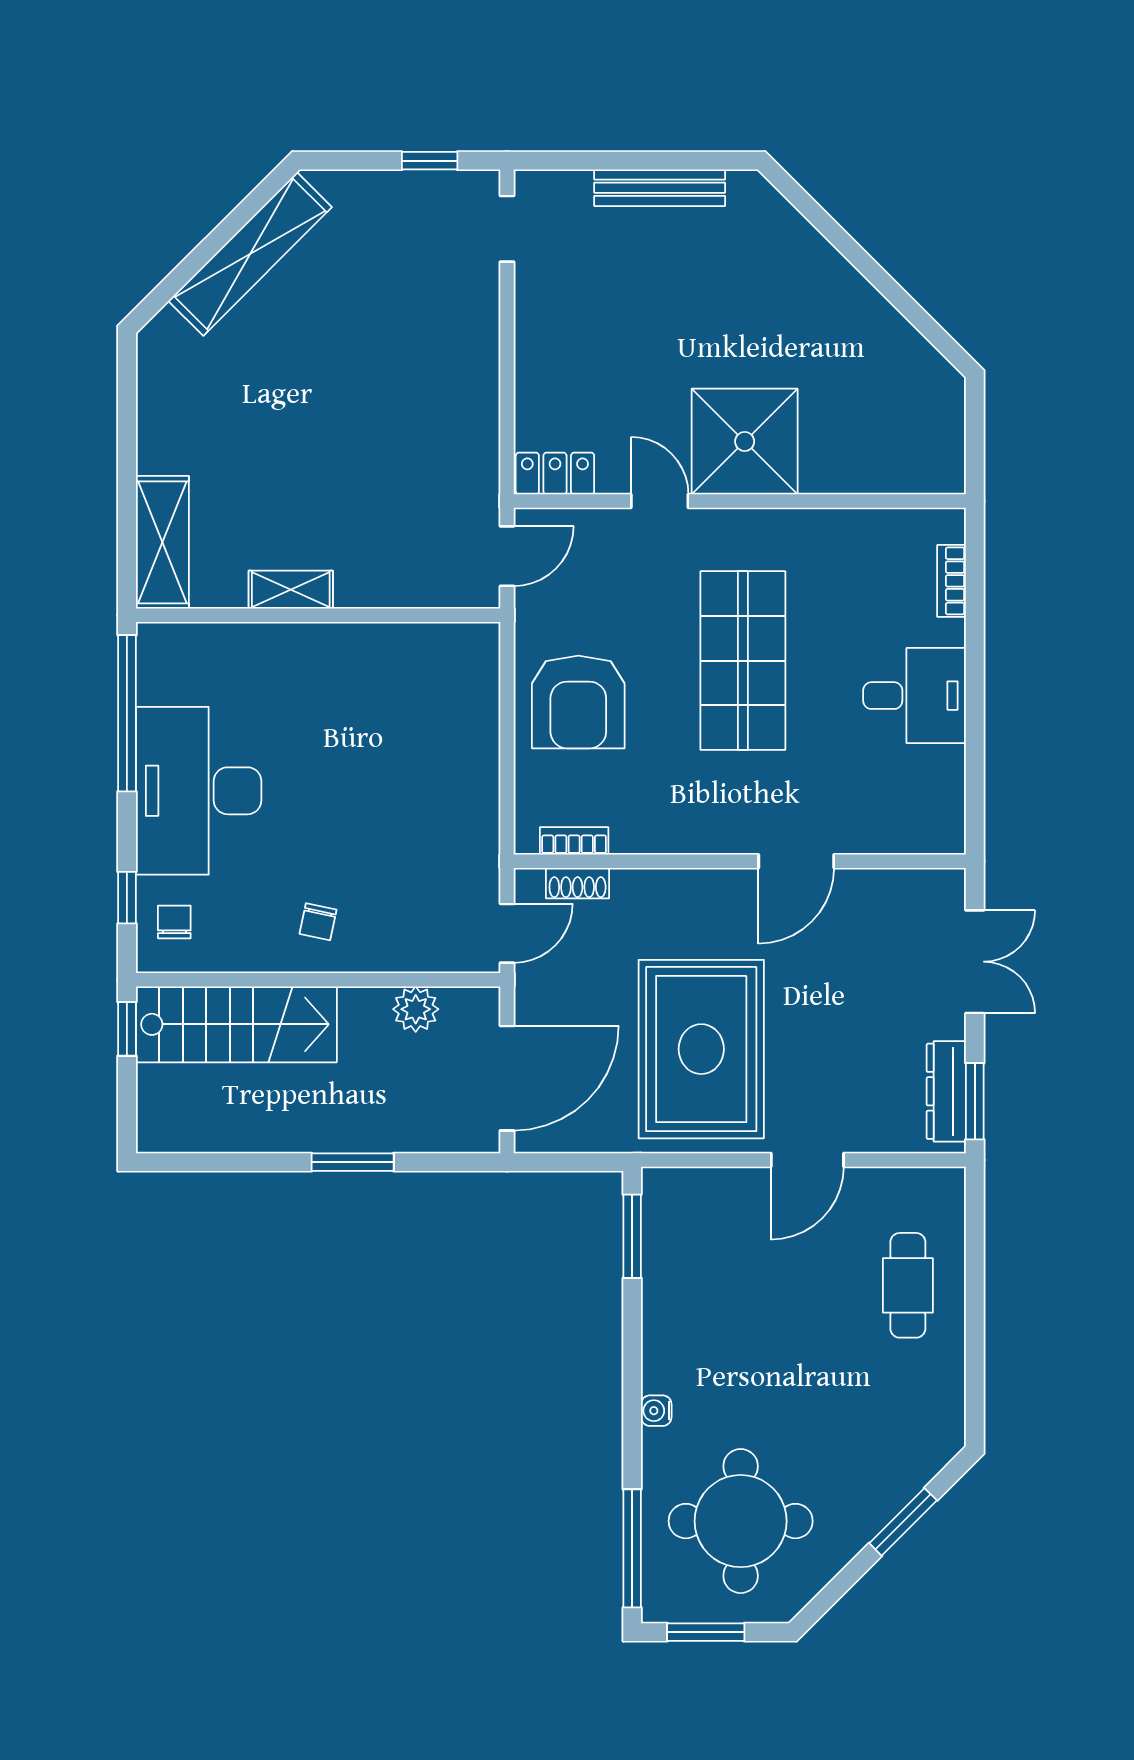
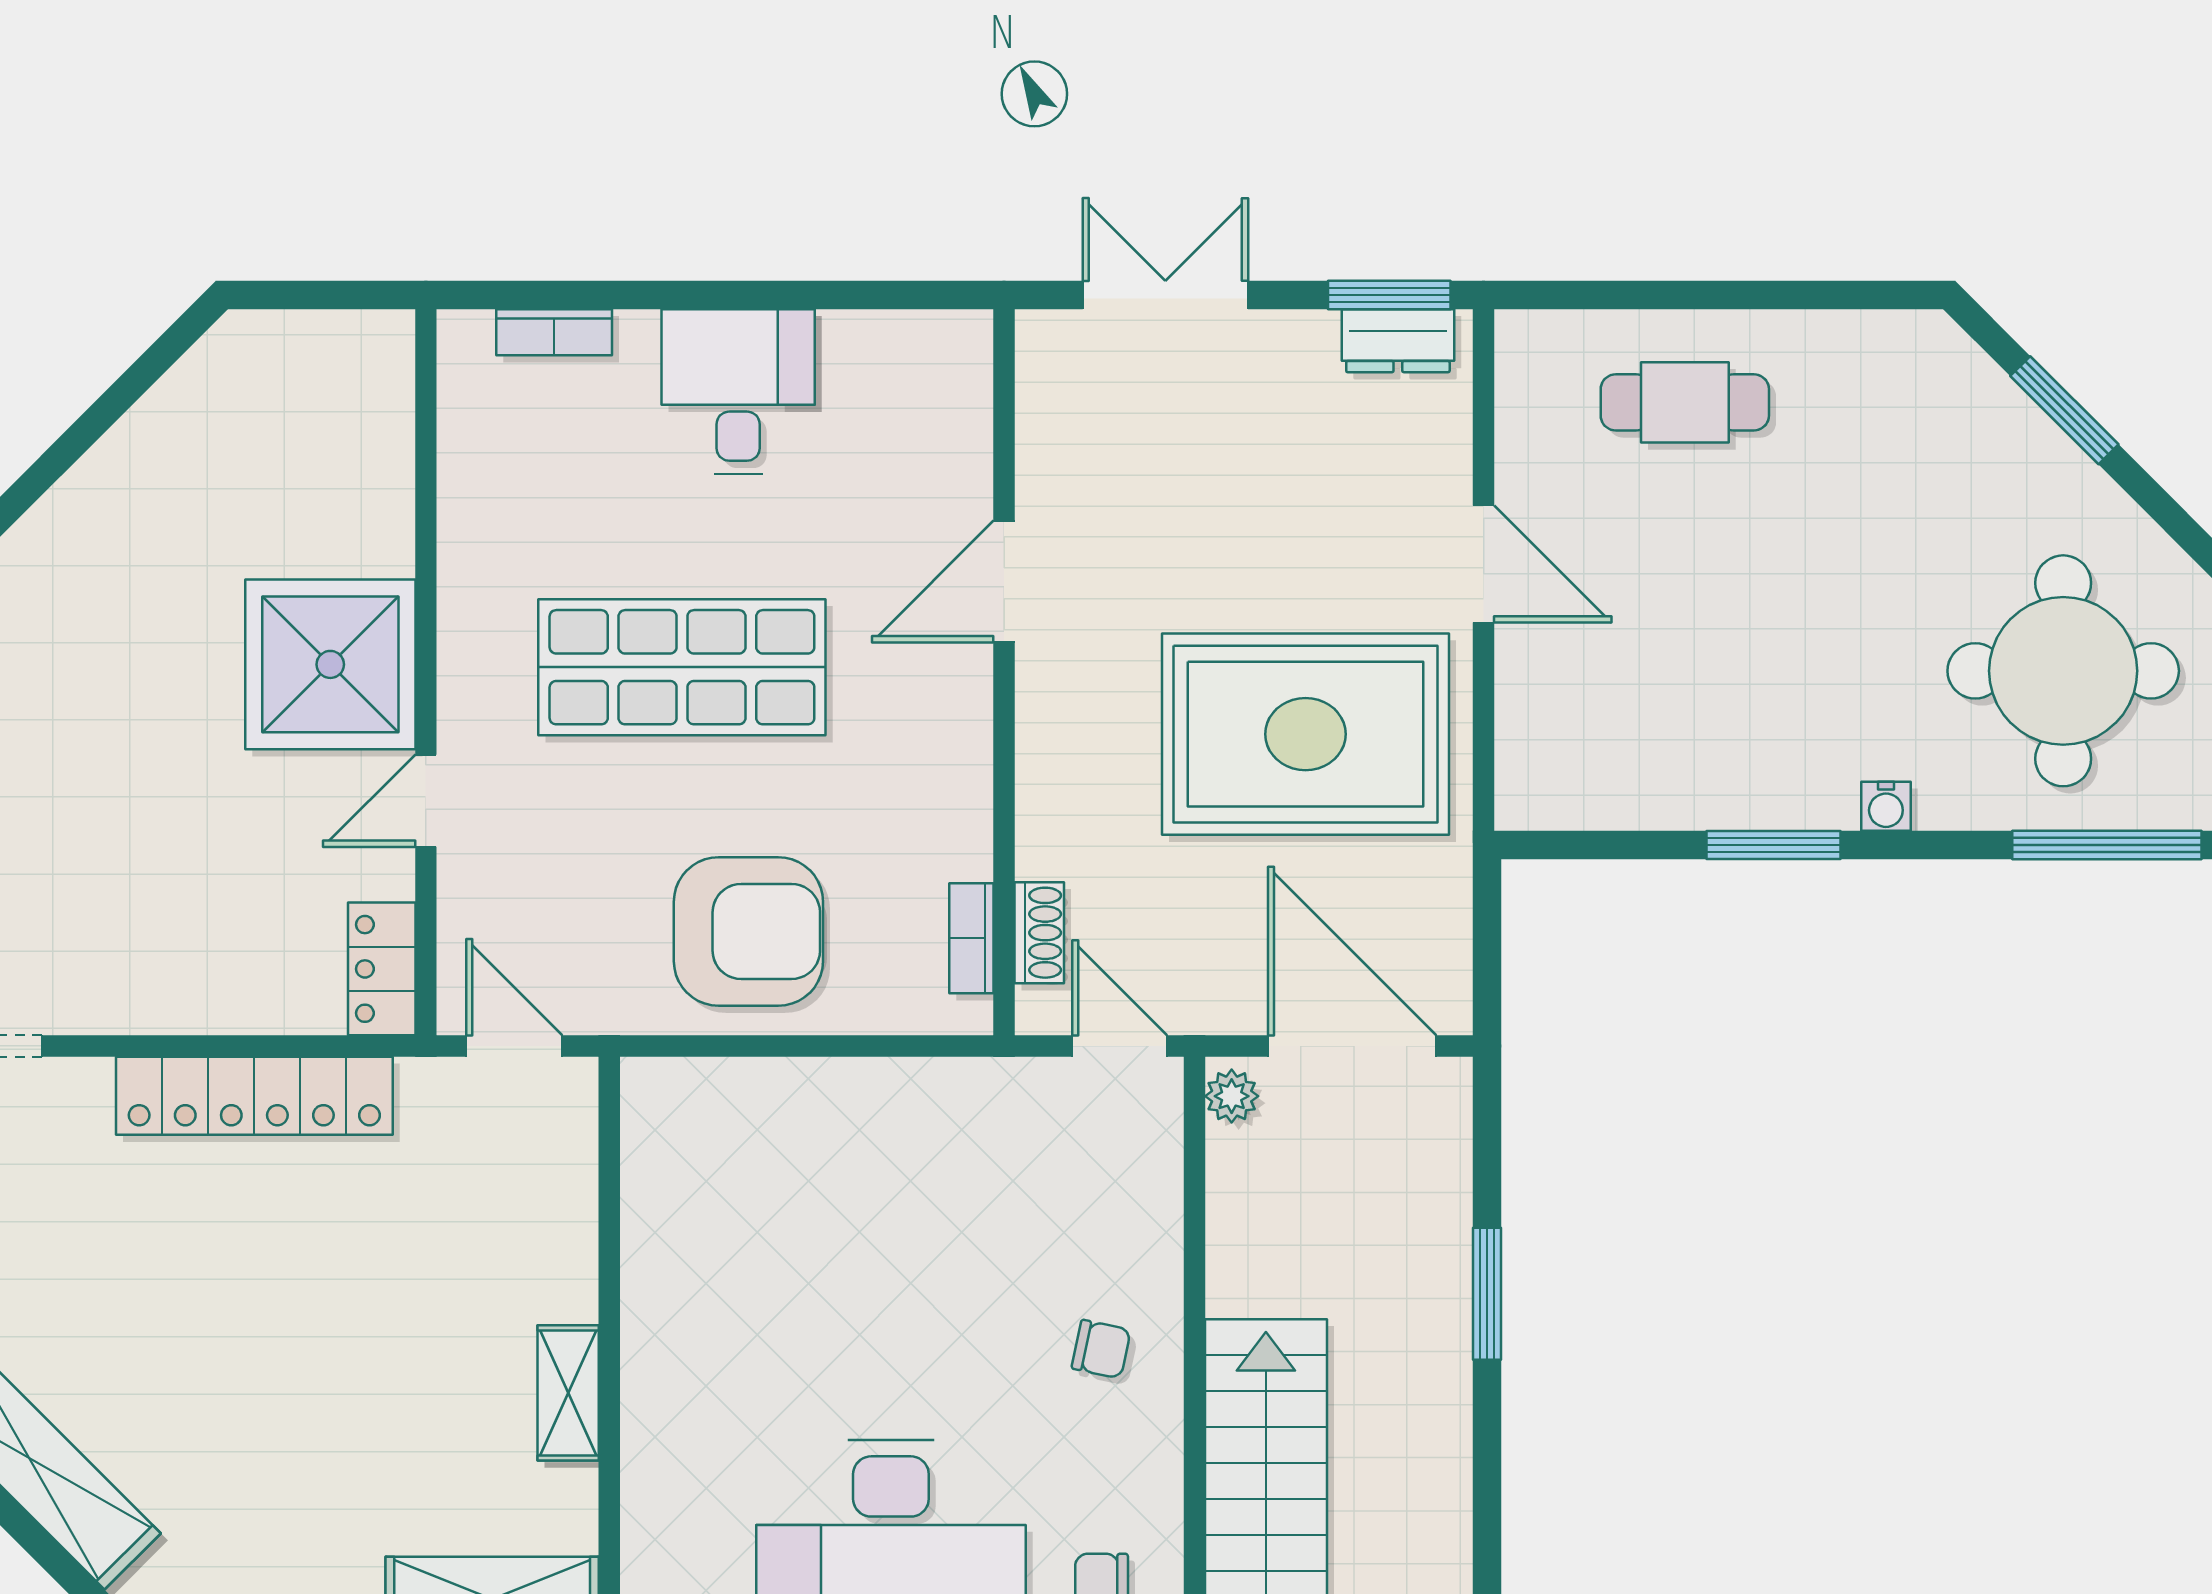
locker: (476, 394) -> (254, 1096), added
door: (796, 861) -> (1004, 582), swing flipped
plant: (416, 1009) -> (1232, 1096), moved, width x0.73, depth x0.73
dresser: (946, 1091) -> (1398, 341), width x0.70
window: (632, 1236) -> (1774, 845), moved

